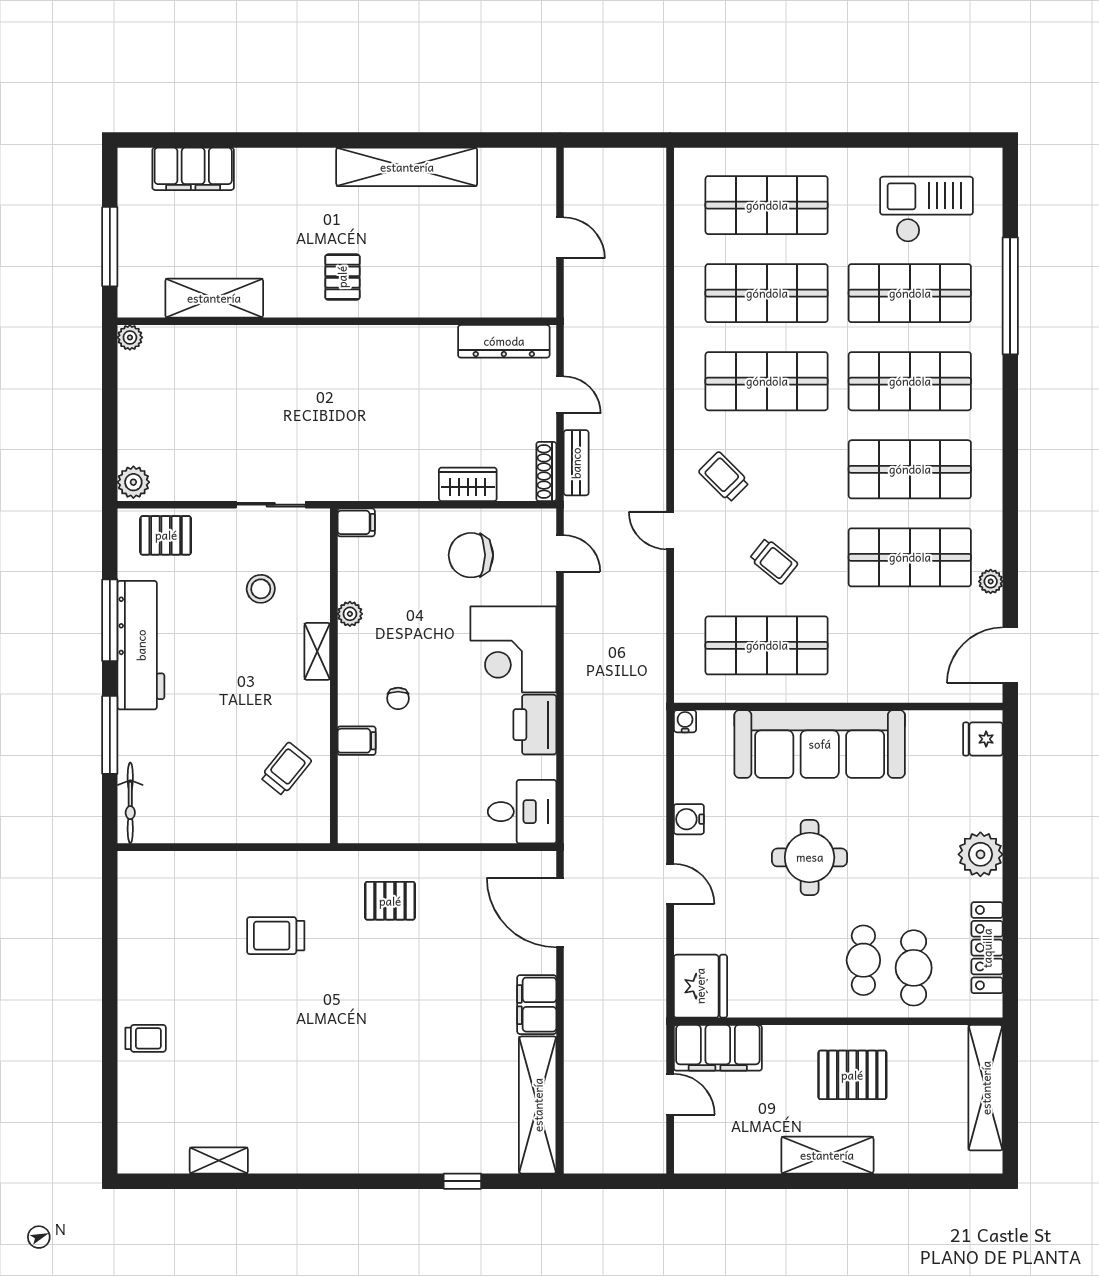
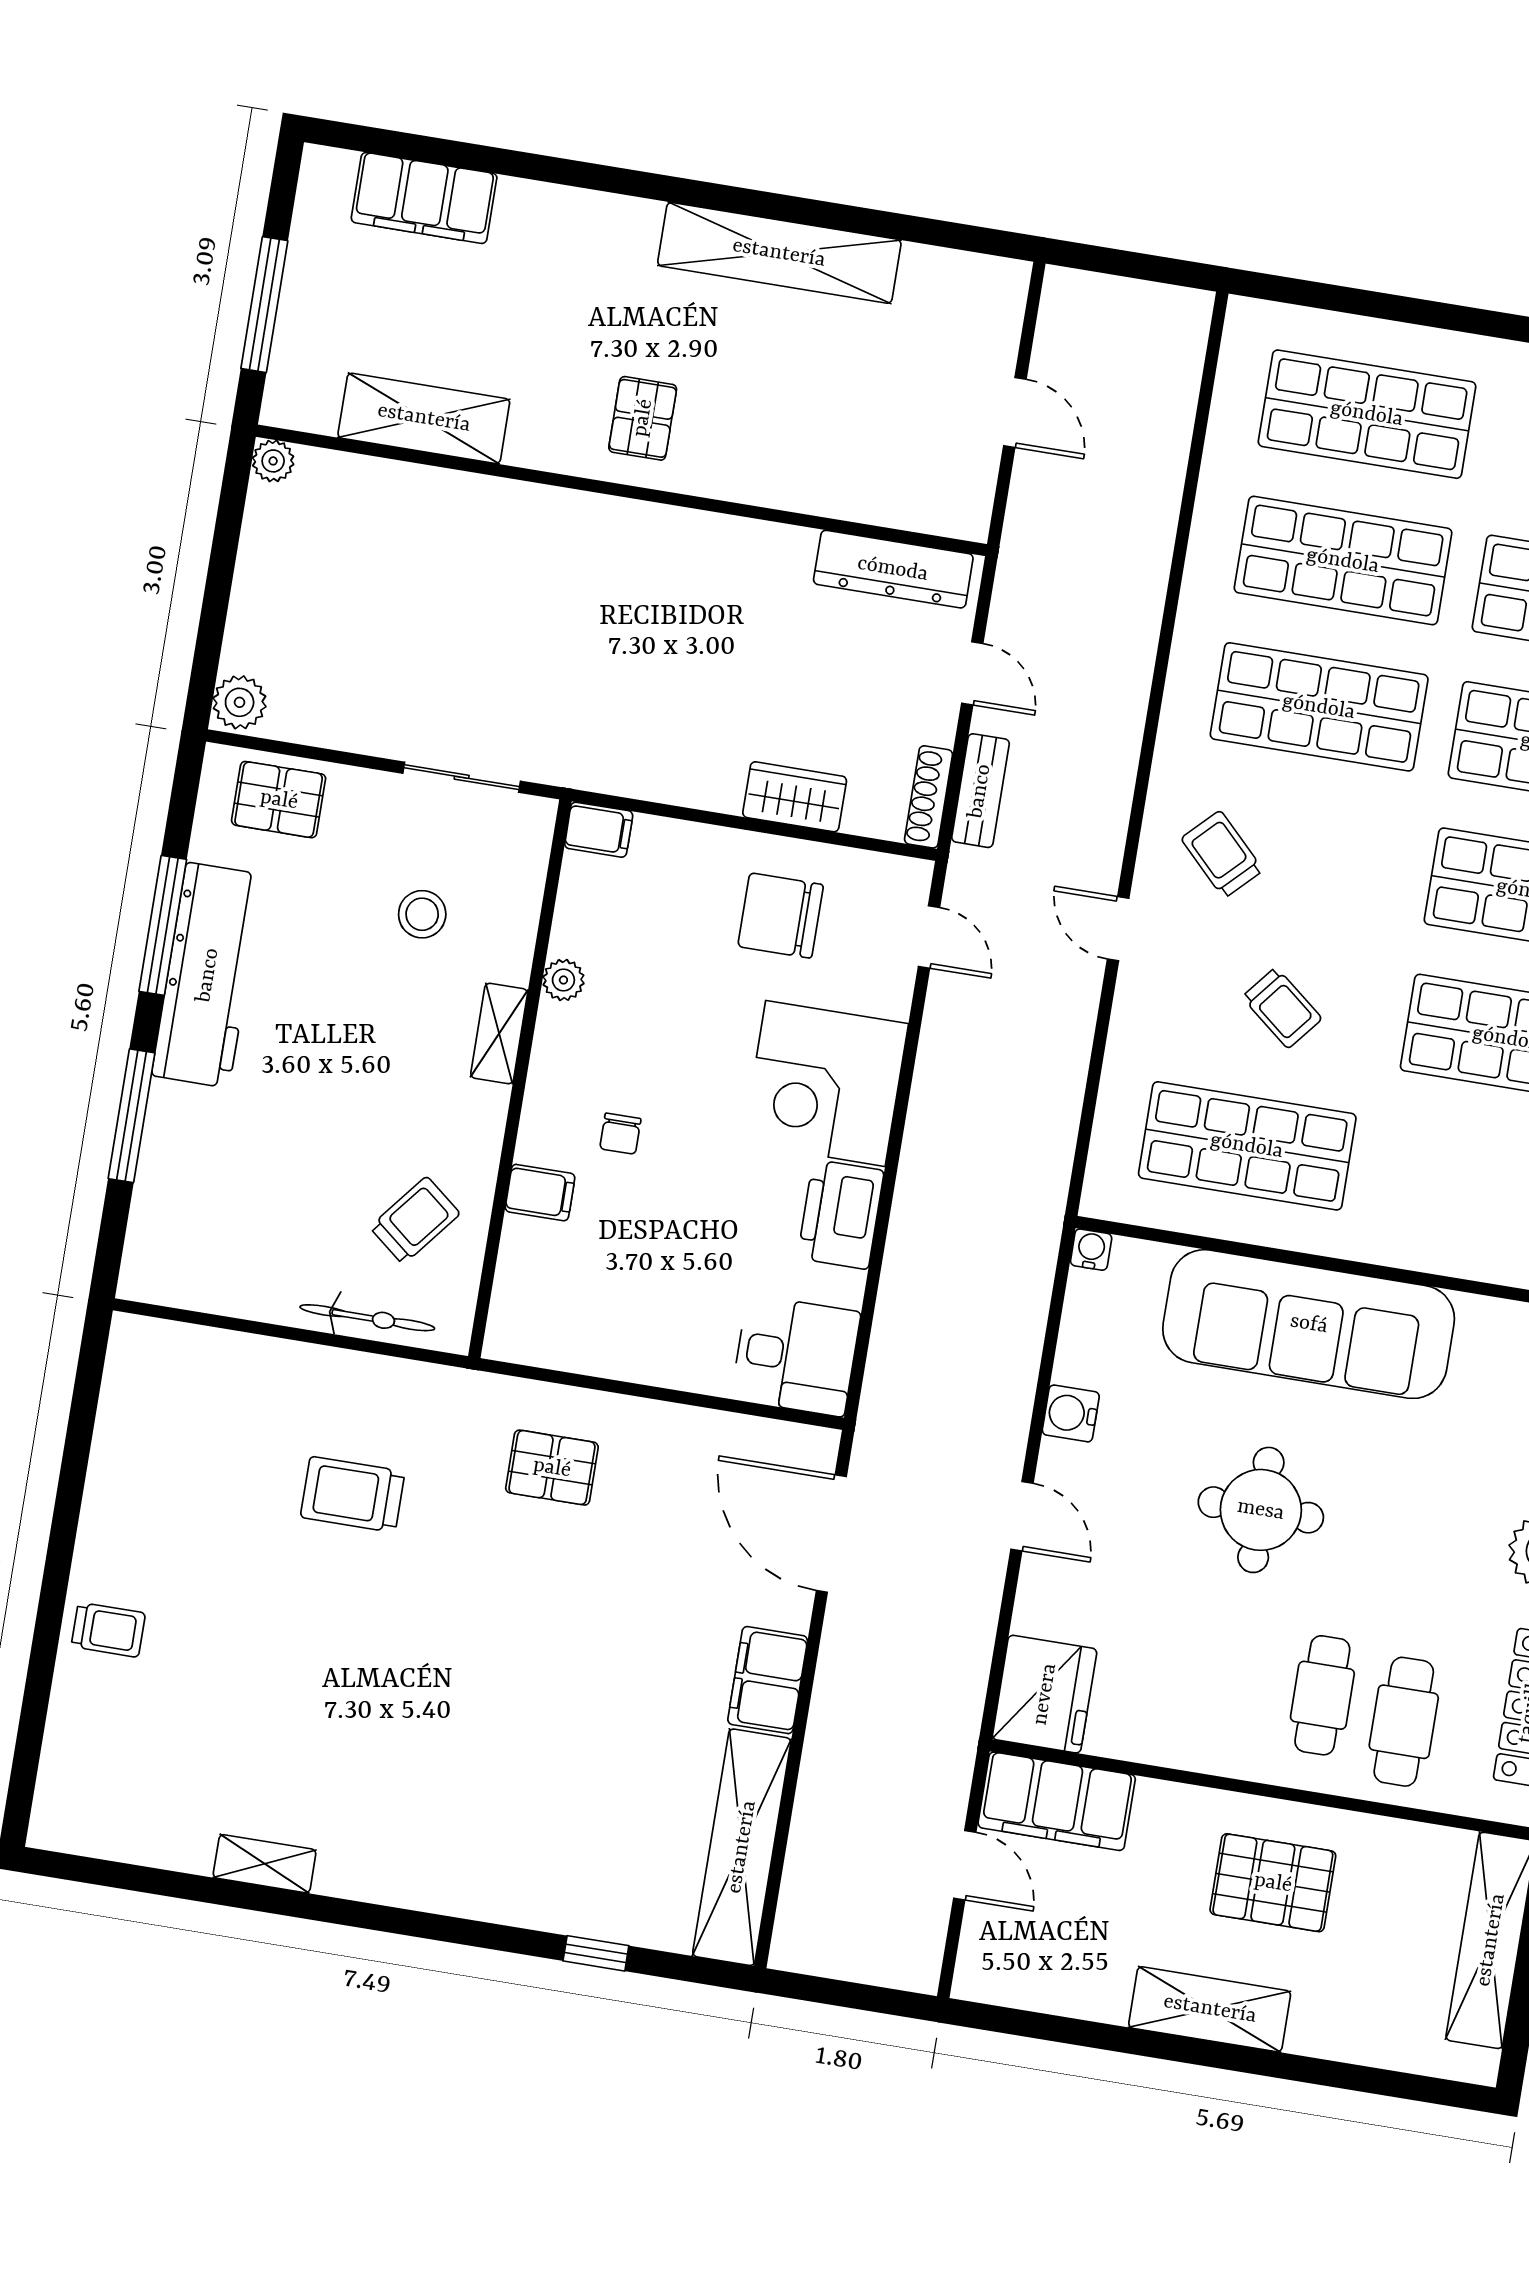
bicycle: (130, 803) -> (367, 1318), moved, turned -90
shelving: (219, 1160) -> (265, 1864), moved

